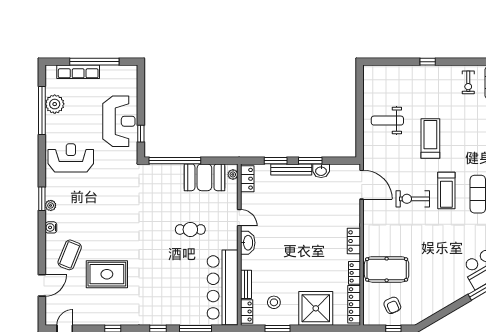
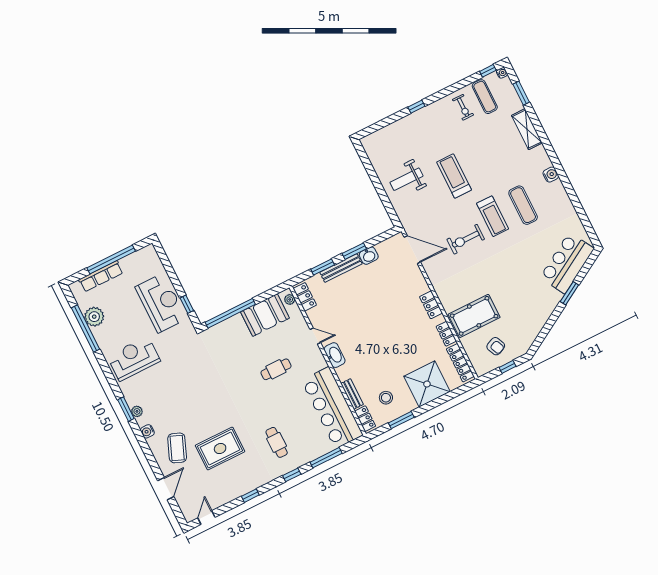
cafe table: (159, 294) -> (277, 442), added

